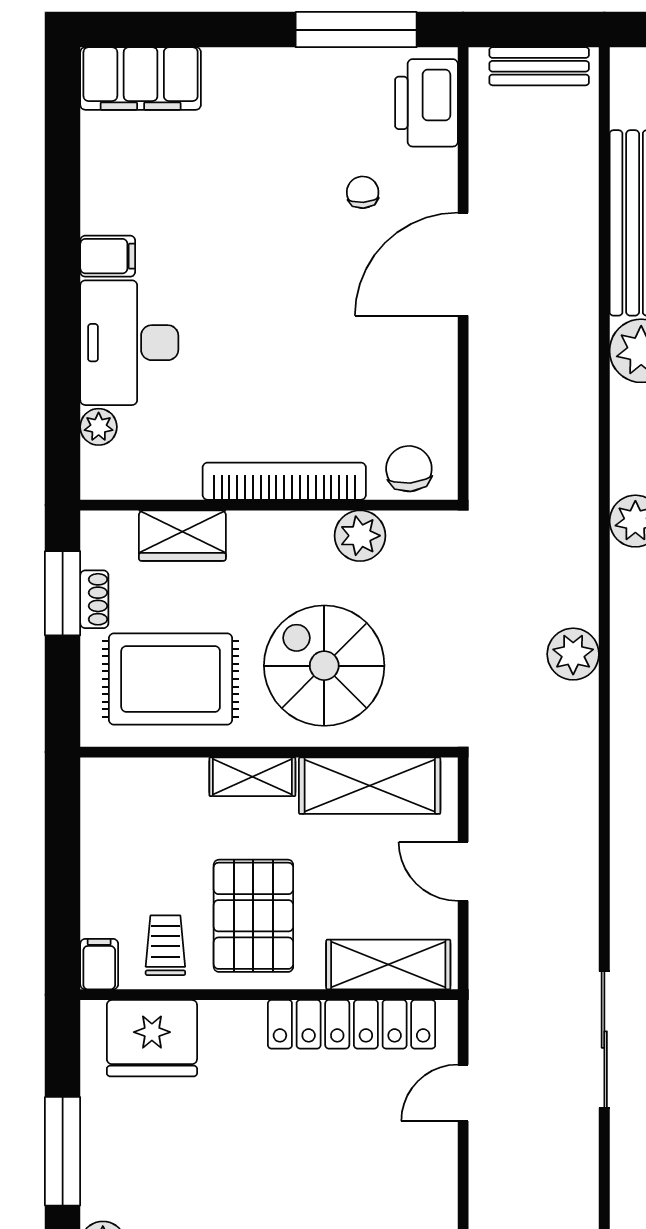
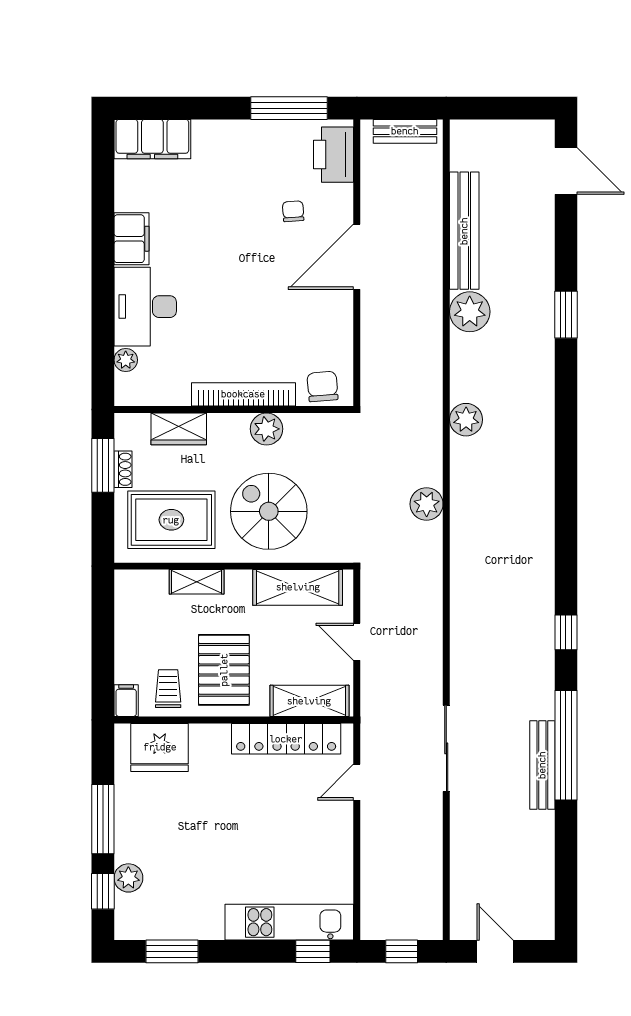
filing cabinet: (108, 256) -> (132, 239), width x2.00
plant: (360, 536) -> (267, 429), moved
shelving: (252, 777) -> (197, 582), moved

